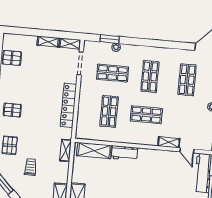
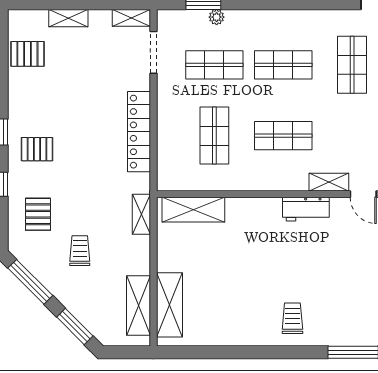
shelving: (48, 42) -> (68, 18), moved
shop shelf: (150, 76) -> (283, 65), turned 90
workbench: (124, 153) -> (306, 209), moved

